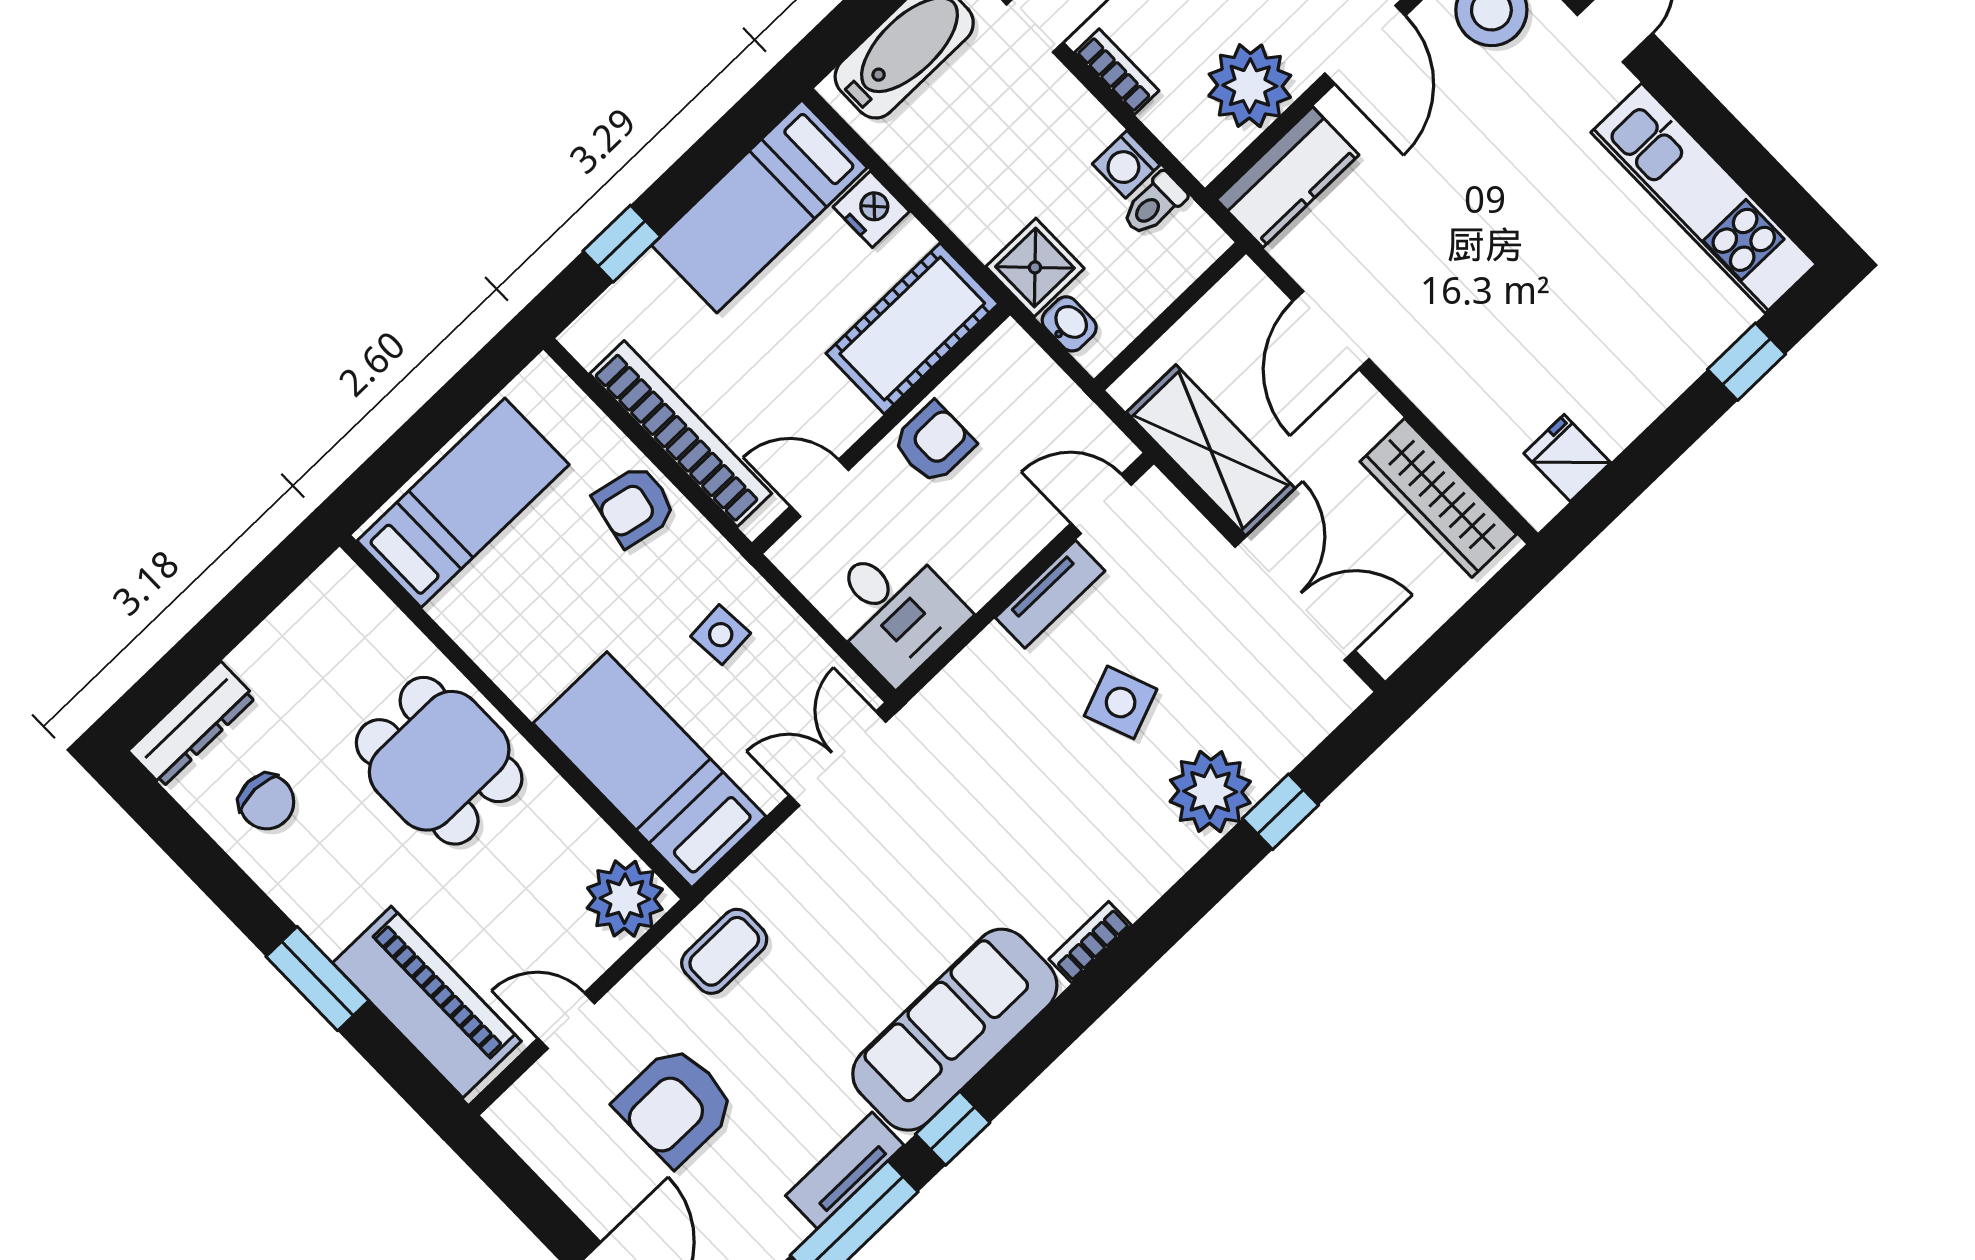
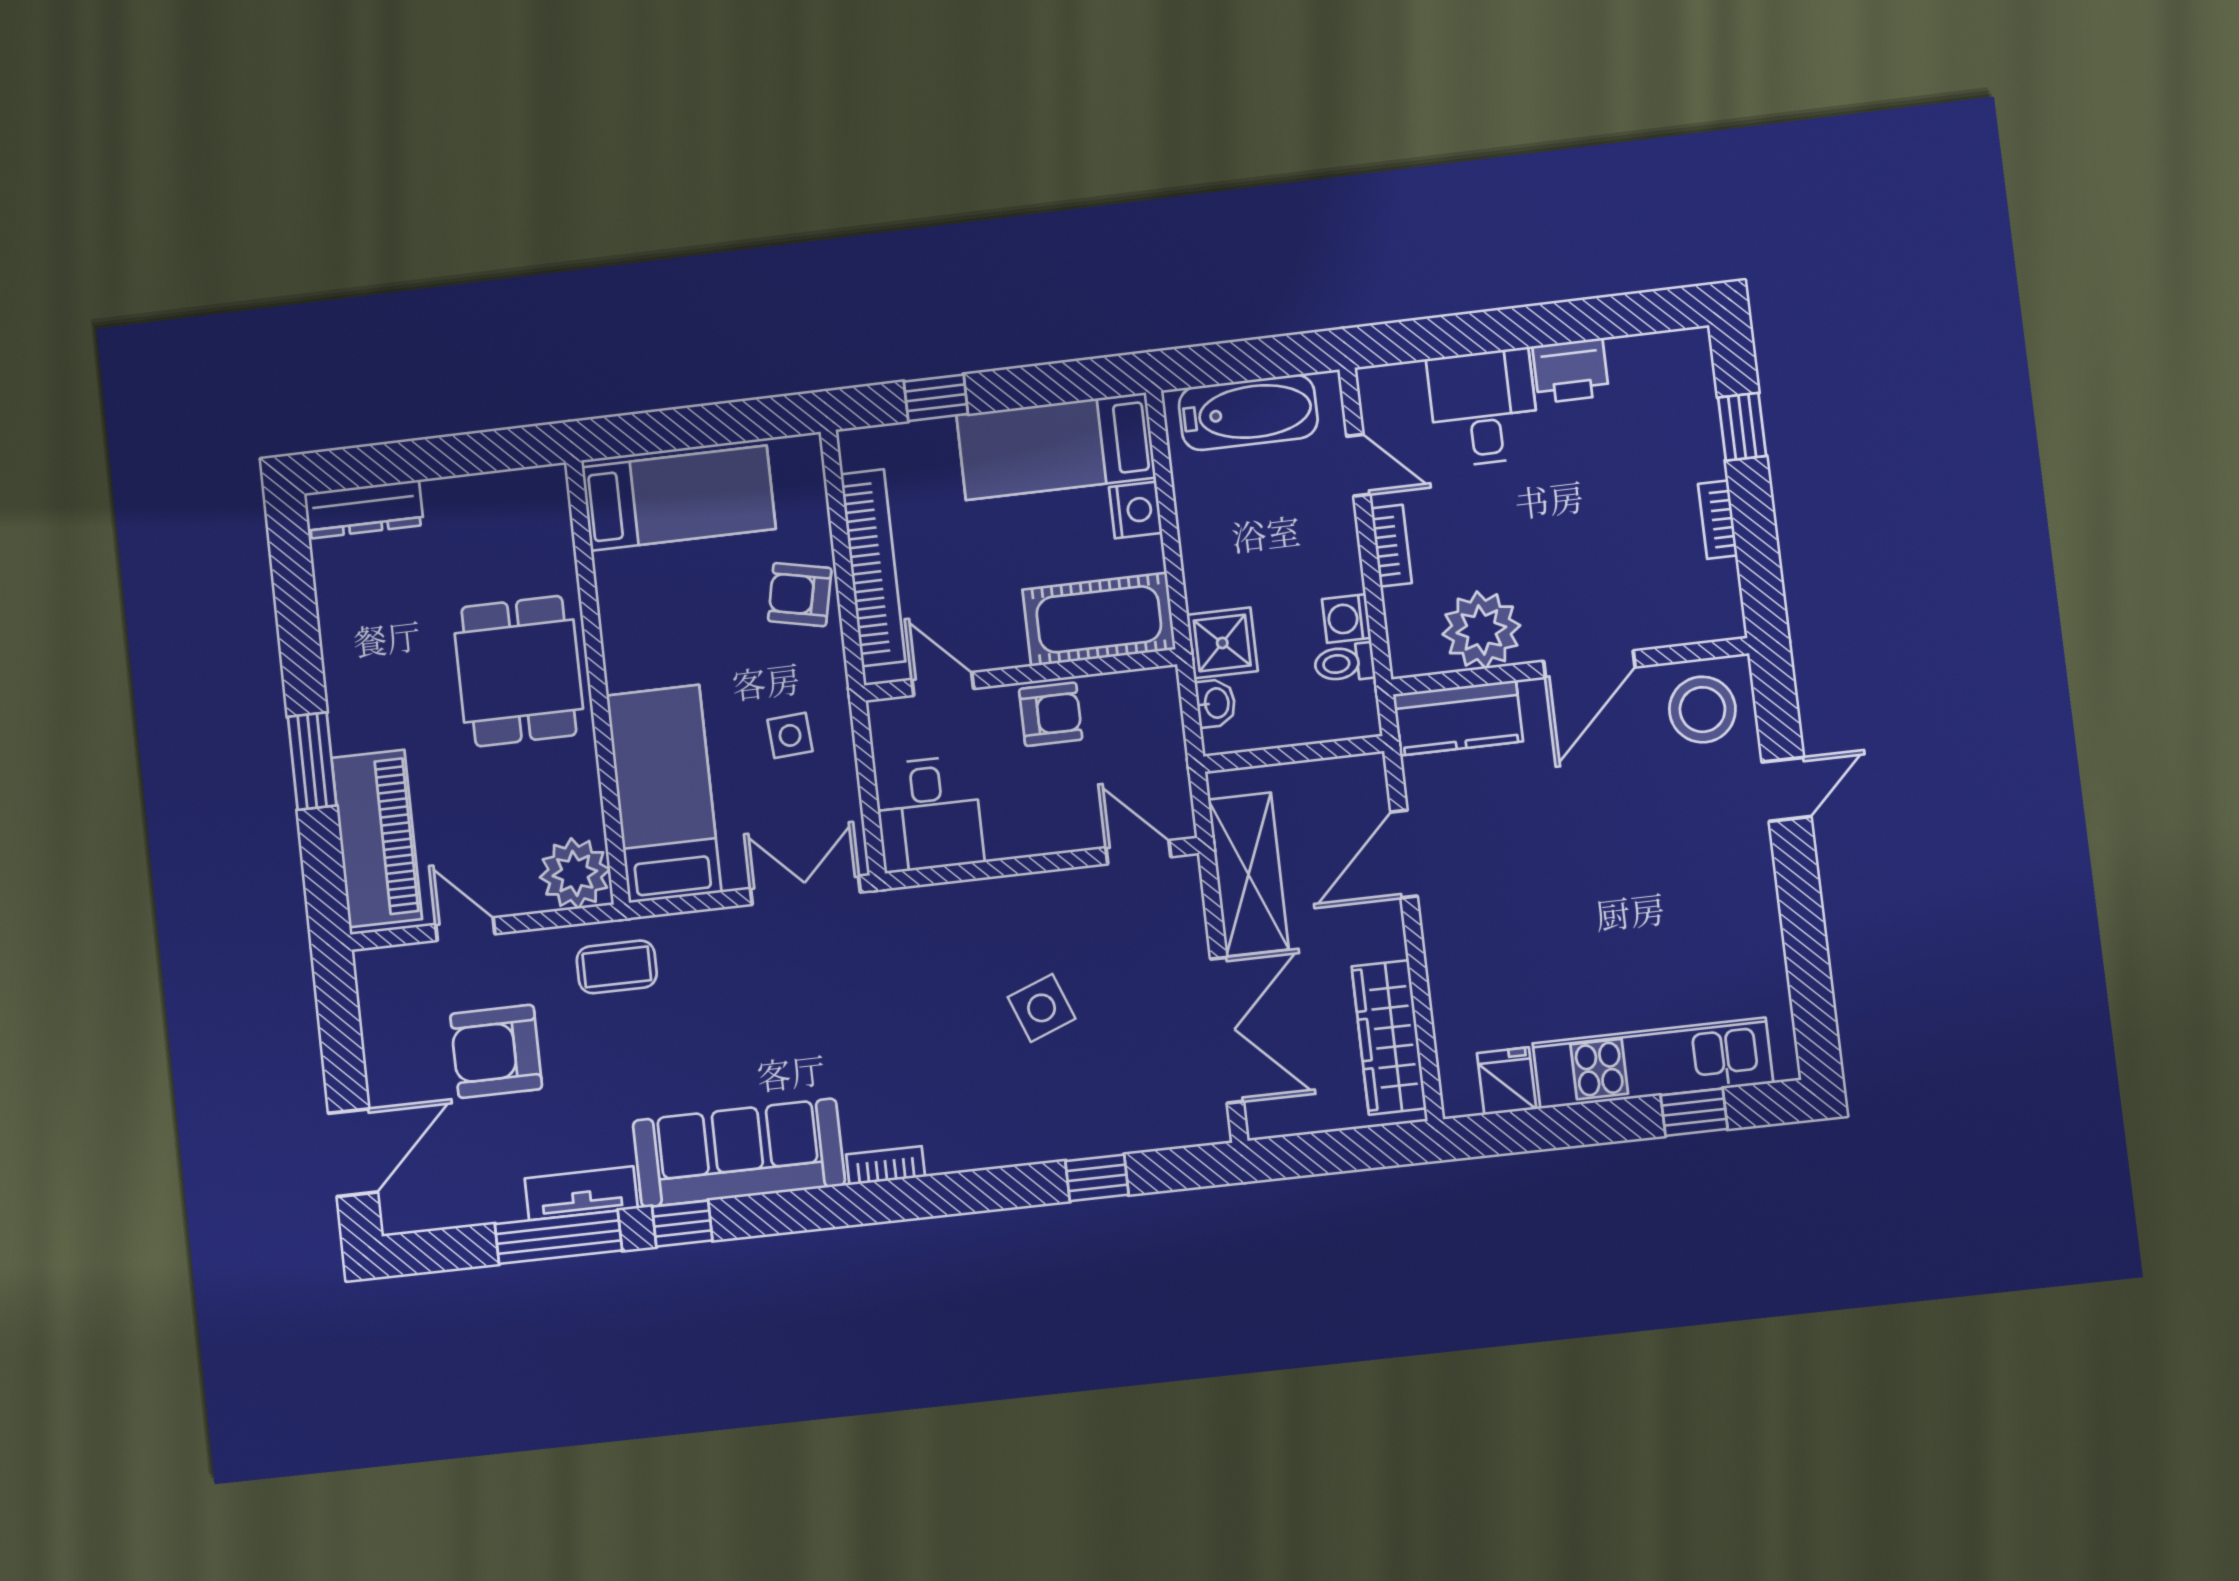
kitchen unit: (1704, 198) -> (1653, 1063), moved, turned 90
tv unit: (1050, 594) -> (1051, 890), removed
plant: (1210, 792) -> (1057, 1123), removed
chair: (267, 802) -> (374, 606), removed

